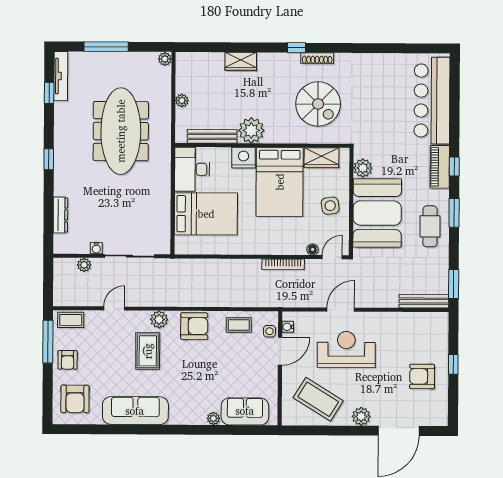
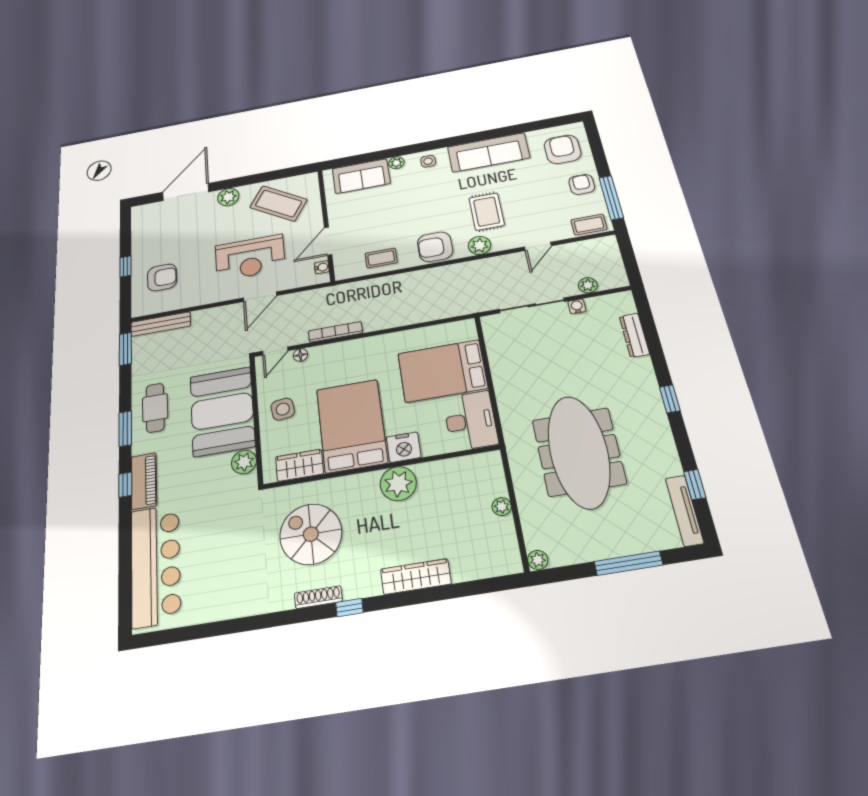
wardrobe: (241, 61) -> (416, 577), width x1.50
bench: (212, 136) -> (451, 467), removed
side table: (269, 331) -> (428, 161), moved
armchair: (422, 376) -> (162, 277), moved

